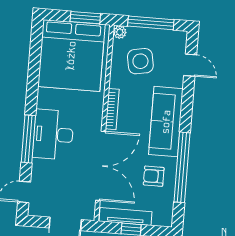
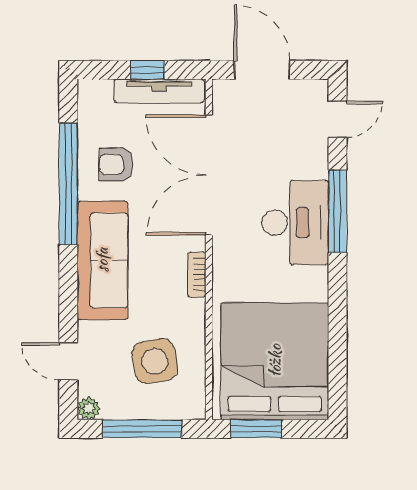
plant: (120, 32) -> (89, 408), moved
bookcase: (112, 109) -> (197, 275), width x0.64
armchair: (154, 176) -> (116, 165), turned 180

